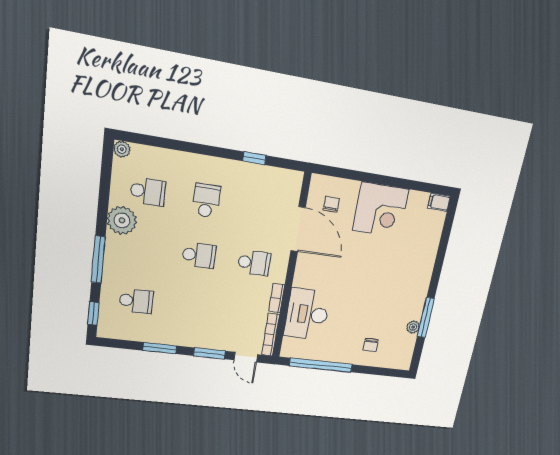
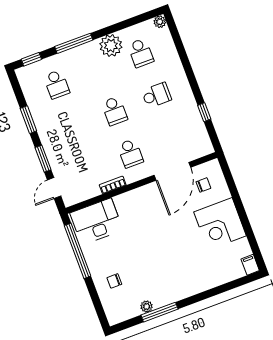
desk: (307, 314) -> (96, 221), moved
bookcase: (270, 335) -> (82, 197), removed

